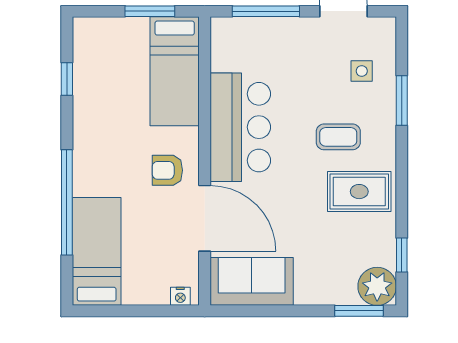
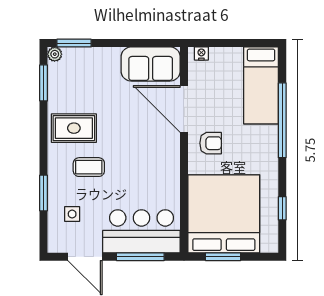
bed: (175, 71) -> (224, 214), width x2.04
bar counter: (240, 127) -> (141, 231), moved, turned 90
window: (402, 255) -> (44, 83), width x1.50
plant: (377, 286) -> (55, 54), width x0.53, depth x0.53

